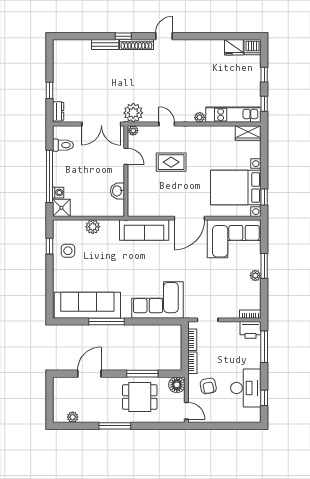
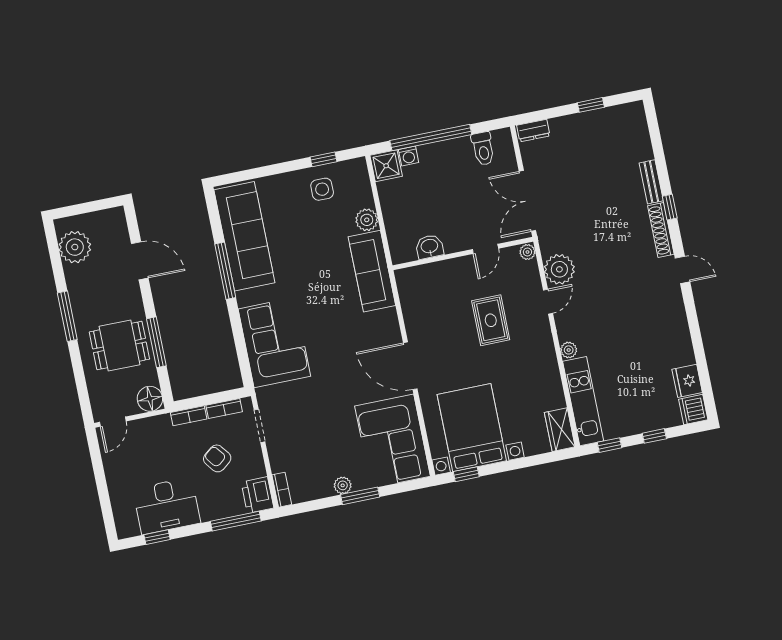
window: (49, 90) -> (591, 105), moved
plant: (133, 113) -> (559, 269), moved
sofa: (144, 230) -> (372, 271), moved
armchair: (208, 386) -> (217, 458), moved, turned 62
dining table: (140, 397) -> (119, 345), turned 90
plant: (73, 417) -> (75, 247), width x1.88, depth x1.88

